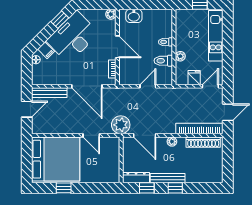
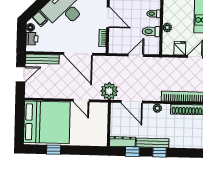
printer: (38, 72) -> (32, 39), added

